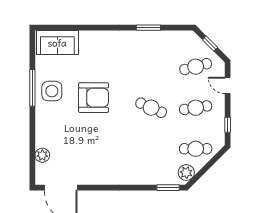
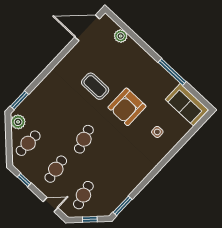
window: (148, 28) -> (123, 206), moved
sofa: (57, 43) -> (187, 104), moved, turned -90
side table: (52, 91) -> (157, 132), moved, width x0.54, depth x0.54
cafe table: (151, 108) -> (84, 139), turned -42
coffee table: (101, 138) -> (95, 86), added

